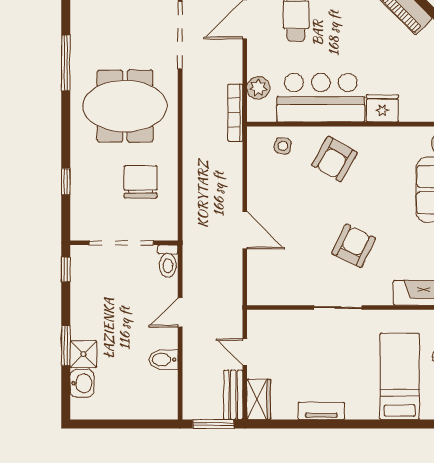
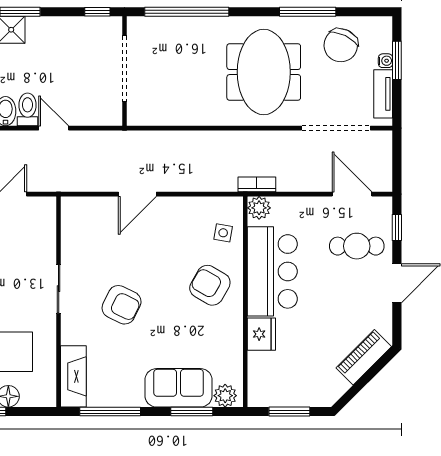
plant: (258, 88) -> (259, 208), moved
bookcase: (235, 113) -> (257, 184), width x0.64
window: (66, 182) -> (187, 12), width x3.17
chair: (141, 182) -> (341, 45), moved, turned 116
toilet: (168, 261) -> (28, 109), moved, turned 90

